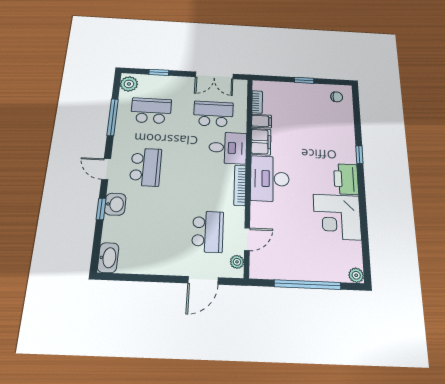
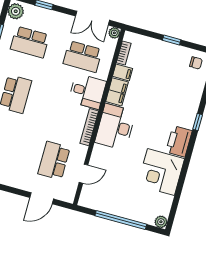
school desk: (151, 111) -> (30, 42), turned 180
school desk: (213, 114) -> (83, 57), turned 180
school desk: (208, 232) -> (54, 161), turned 180
plant: (237, 262) -> (114, 33), moved

